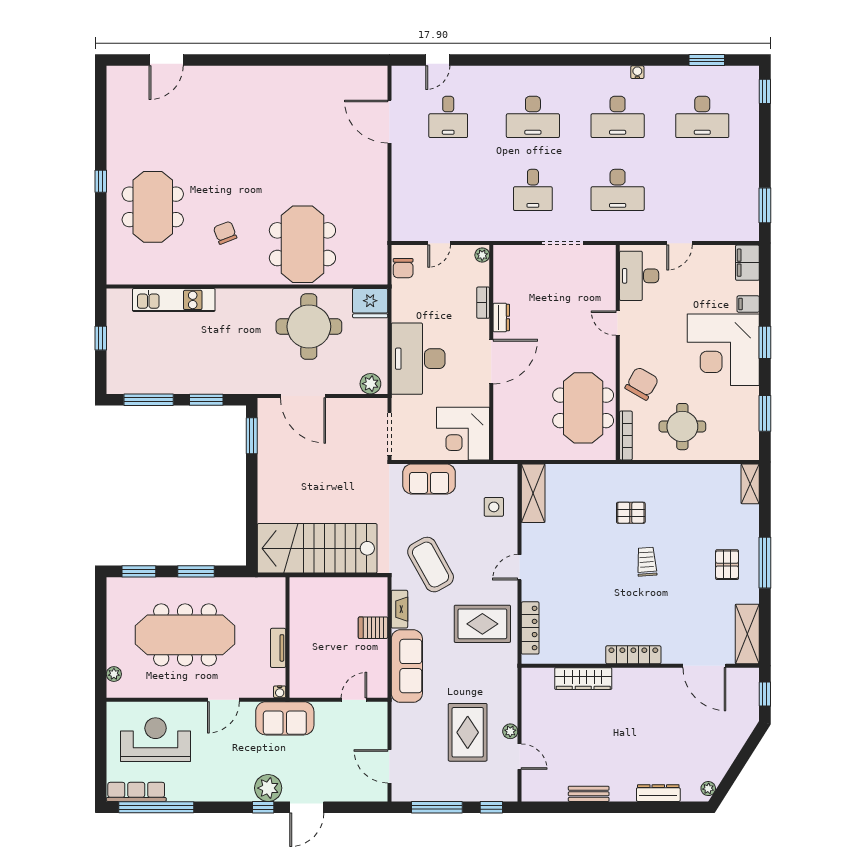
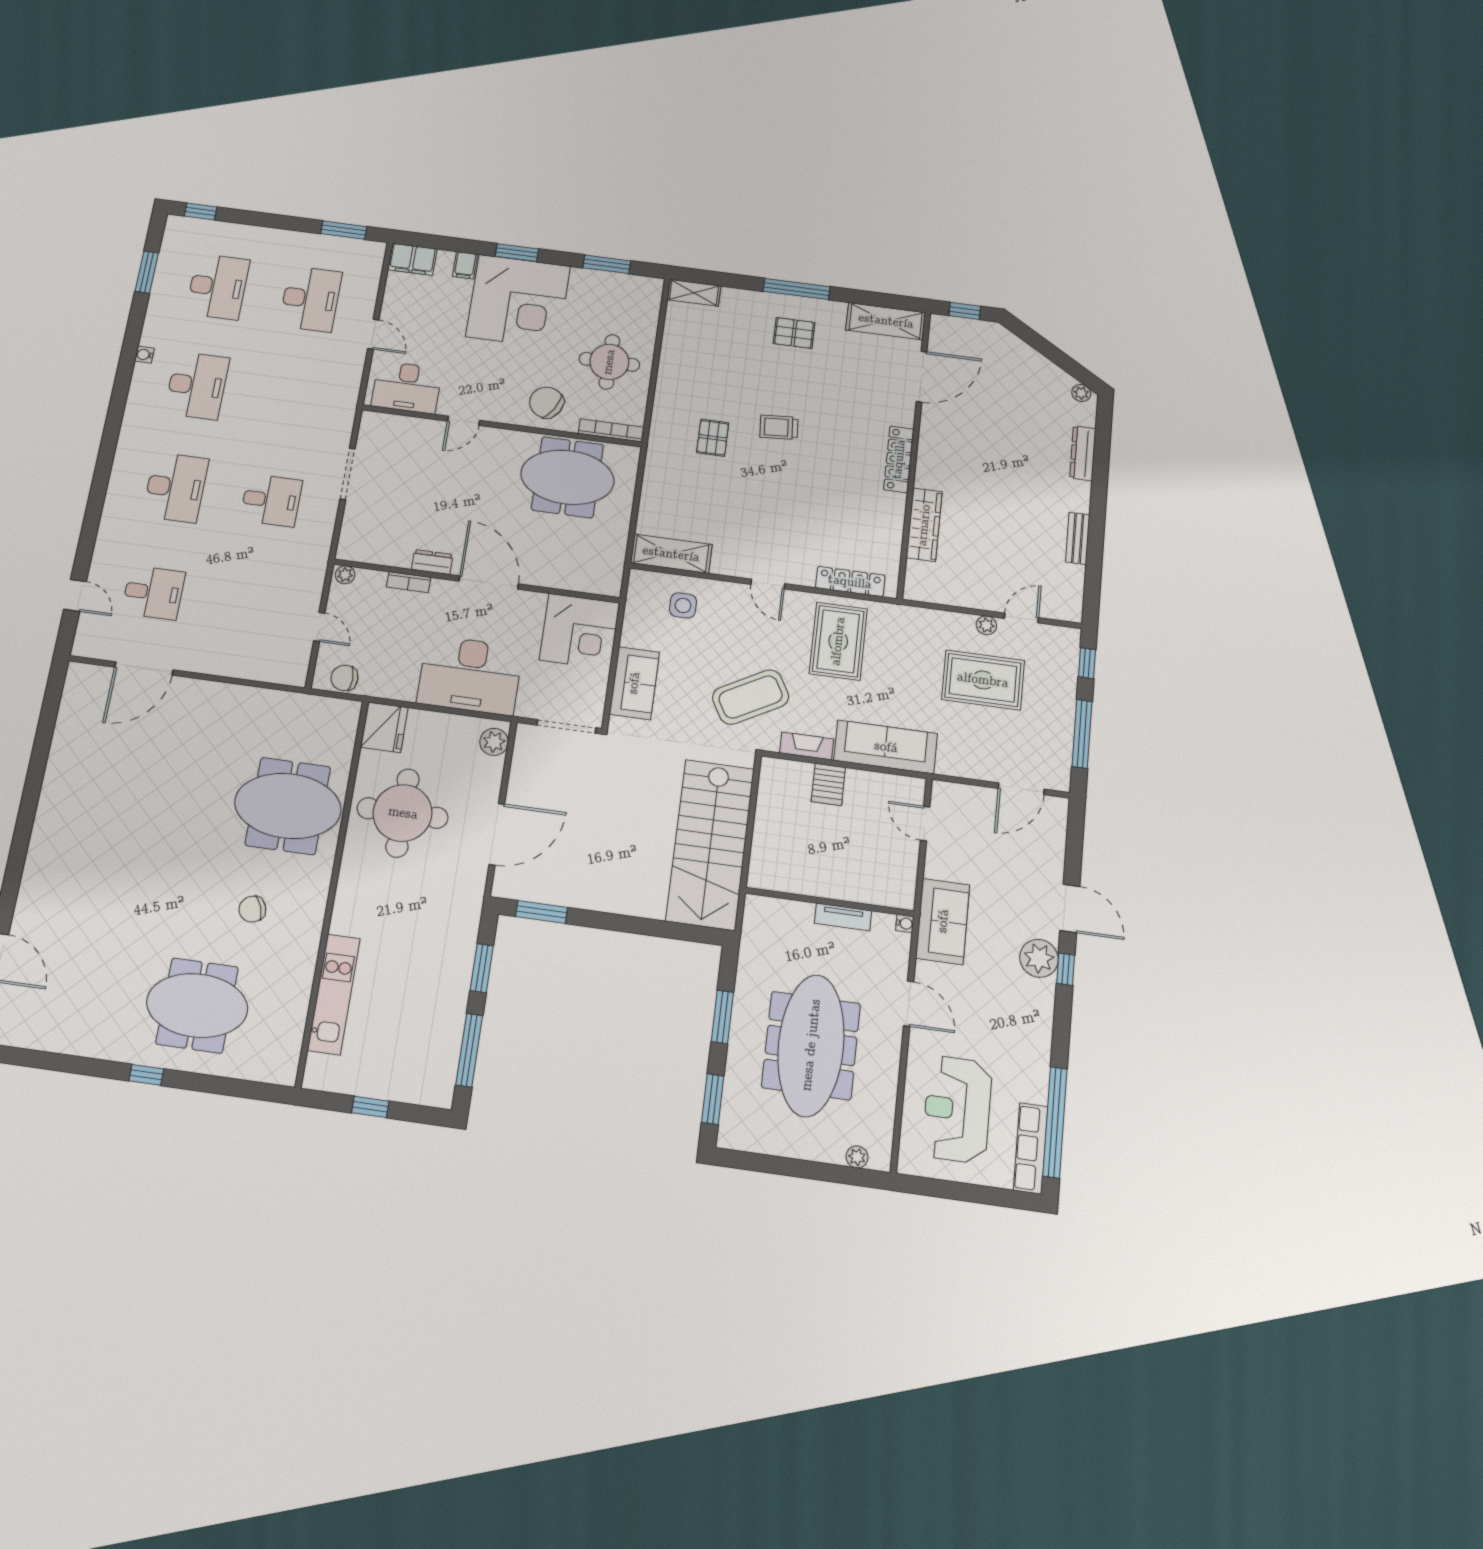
desk: (618, 190) -> (311, 299), moved
chair: (403, 268) -> (345, 678), turned 180

